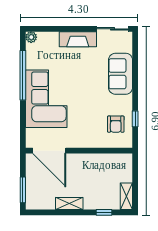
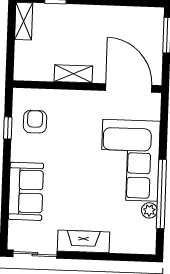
plant: (31, 37) -> (149, 210), moved
shelving: (69, 204) -> (73, 74), moved

